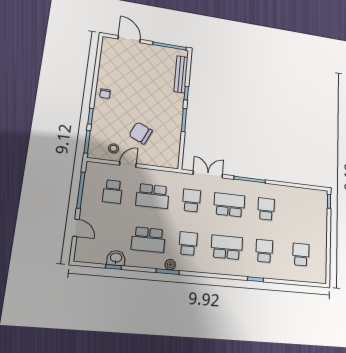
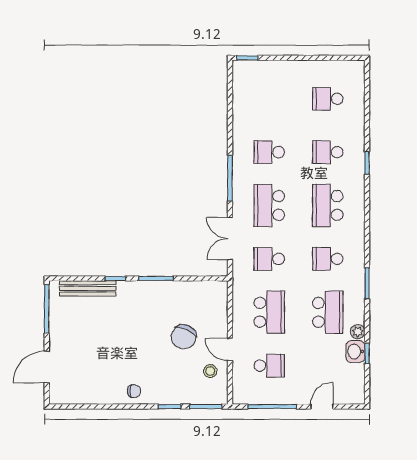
plant: (170, 265) -> (358, 332), moved

